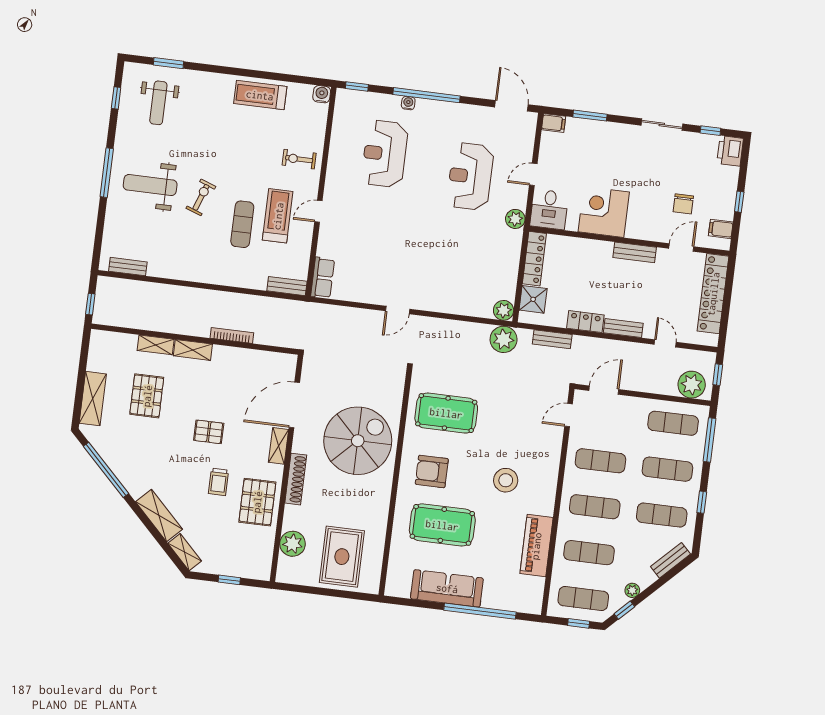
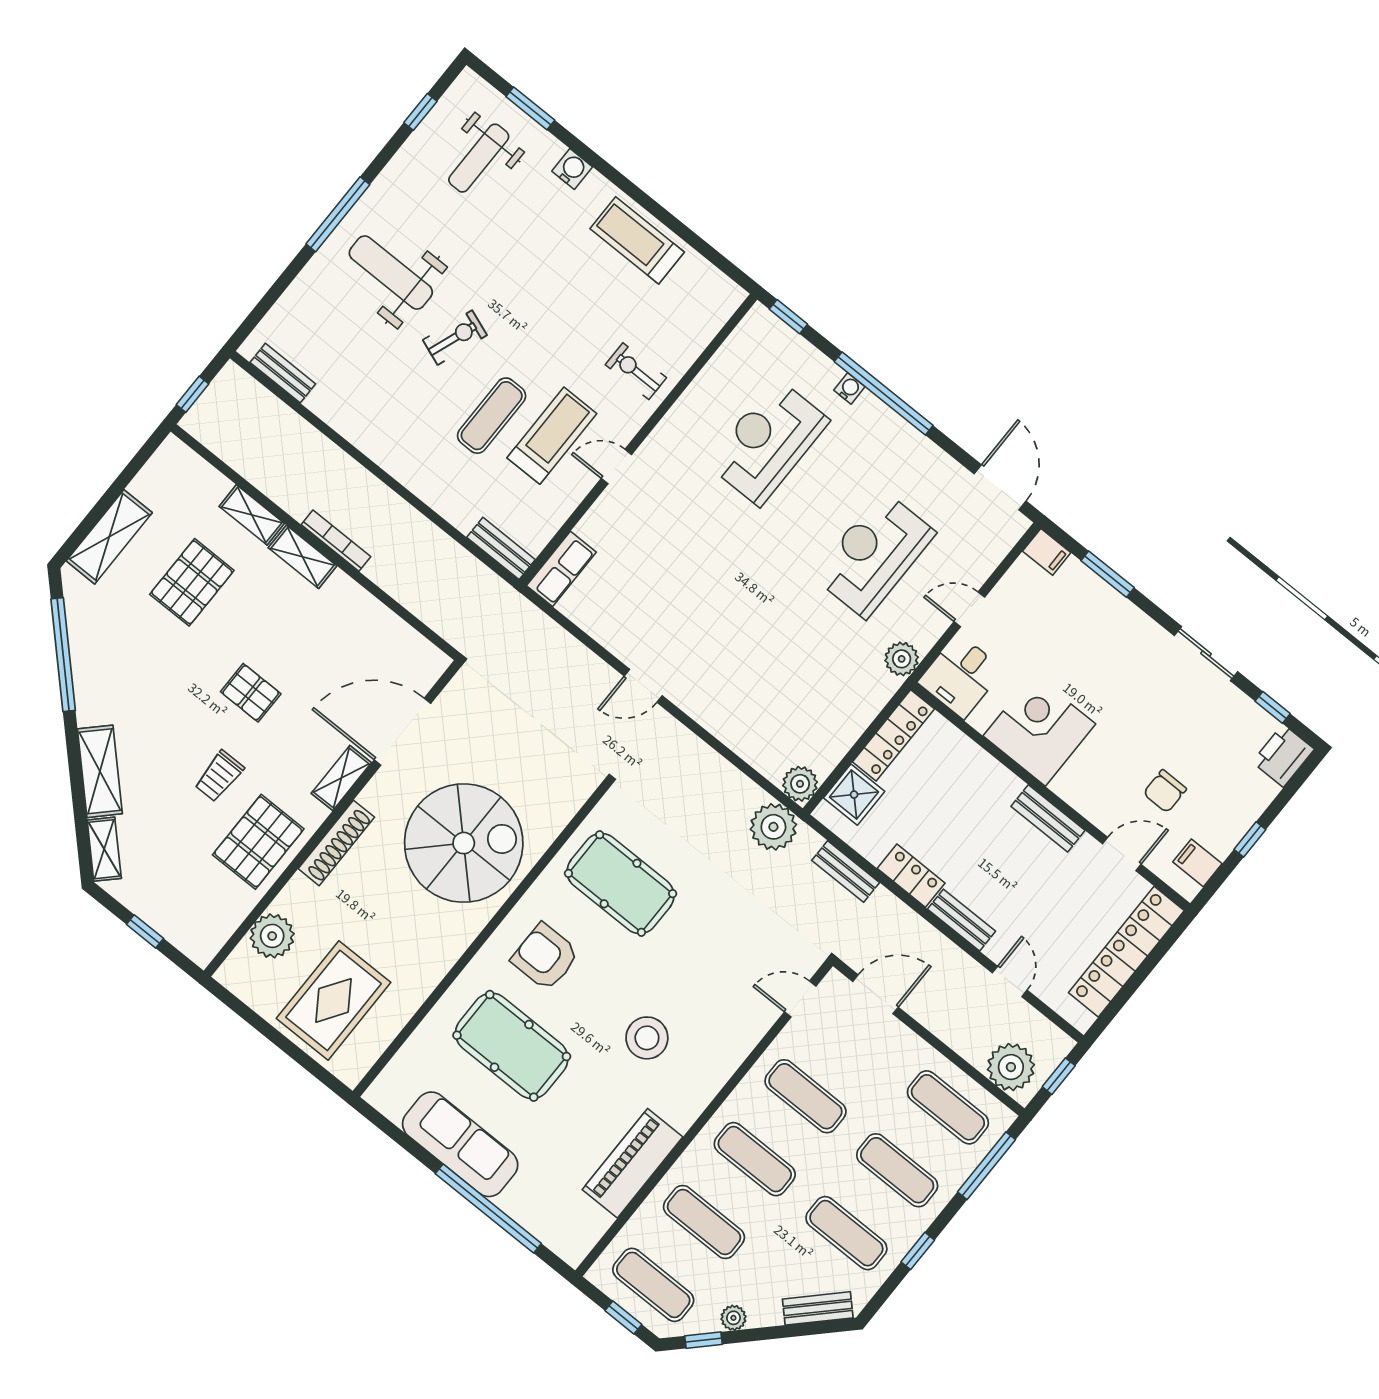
water cooler: (322, 94) -> (572, 169), moved
bookcase: (232, 336) -> (336, 541), moved

